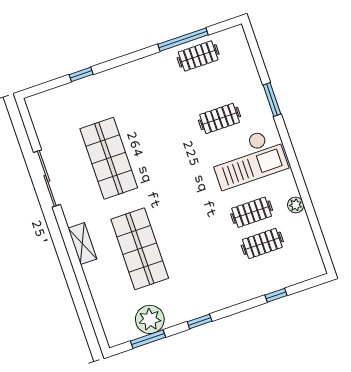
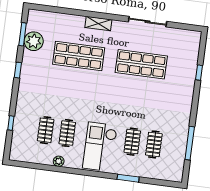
clothes rail: (198, 56) -> (154, 144), moved

